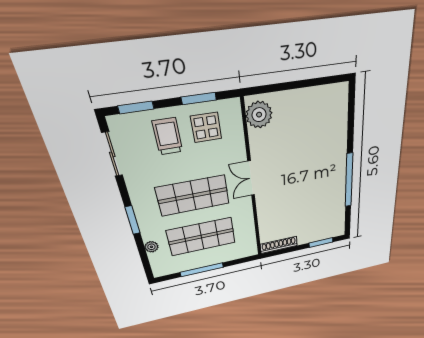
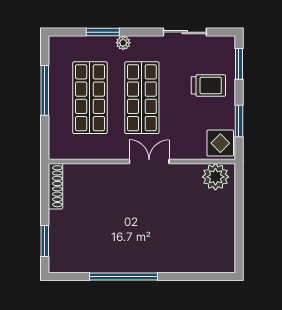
display table: (206, 127) -> (220, 143), moved
sliding door: (112, 154) -> (185, 32), moved
window: (133, 220) -> (103, 32), moved
plant: (151, 247) -> (123, 43), moved

